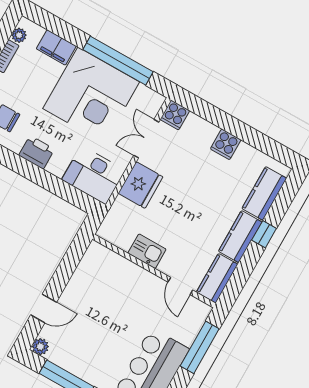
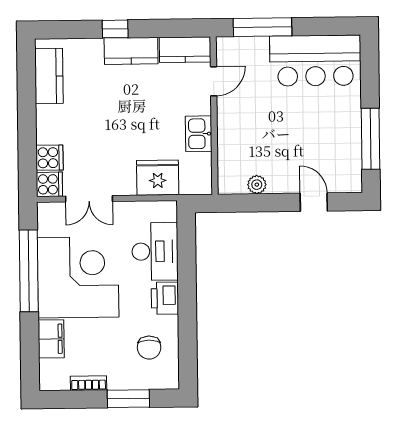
plant: (19, 35) -> (60, 382), removed
cooker: (226, 144) -> (50, 158), moved
desk: (94, 175) -> (155, 251), moved
fridge: (140, 185) -> (158, 178), moved
kitchen counter: (264, 193) -> (49, 76), moved, turned -90
plant: (40, 347) -> (257, 185), moved

